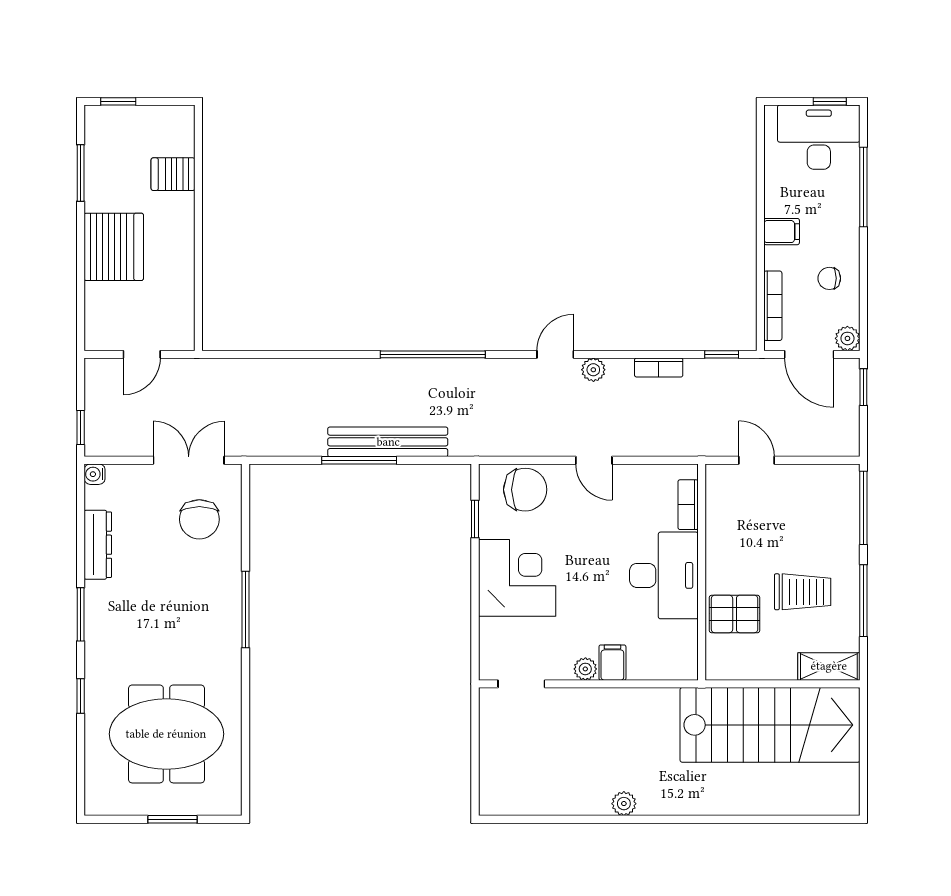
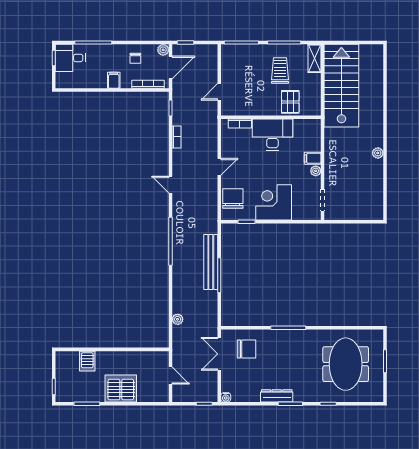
desk: (819, 137) -> (70, 58), width x0.73
plant: (593, 370) -> (178, 319), moved
dresser: (98, 545) -> (277, 396), moved

